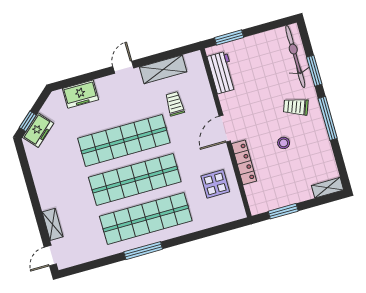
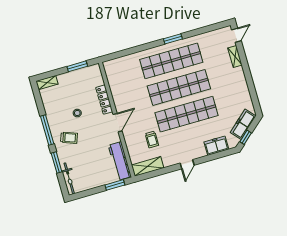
bicycle: (295, 57) -> (69, 178), width x0.73, depth x0.71
shelving: (163, 69) -> (148, 166), moved
workbench: (222, 73) -> (120, 161), width x1.37
window: (28, 121) -> (246, 137), moved
freezer: (38, 130) -> (243, 124), width x1.40
display table: (215, 184) -> (124, 85), removed
window: (143, 251) -> (173, 39), width x0.69

